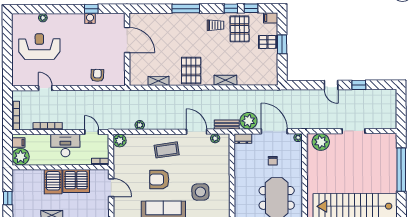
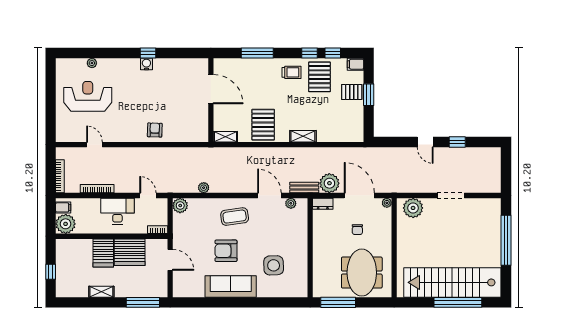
door: (127, 40) -> (211, 89), moved
wall: (127, 49) -> (211, 100), moved

